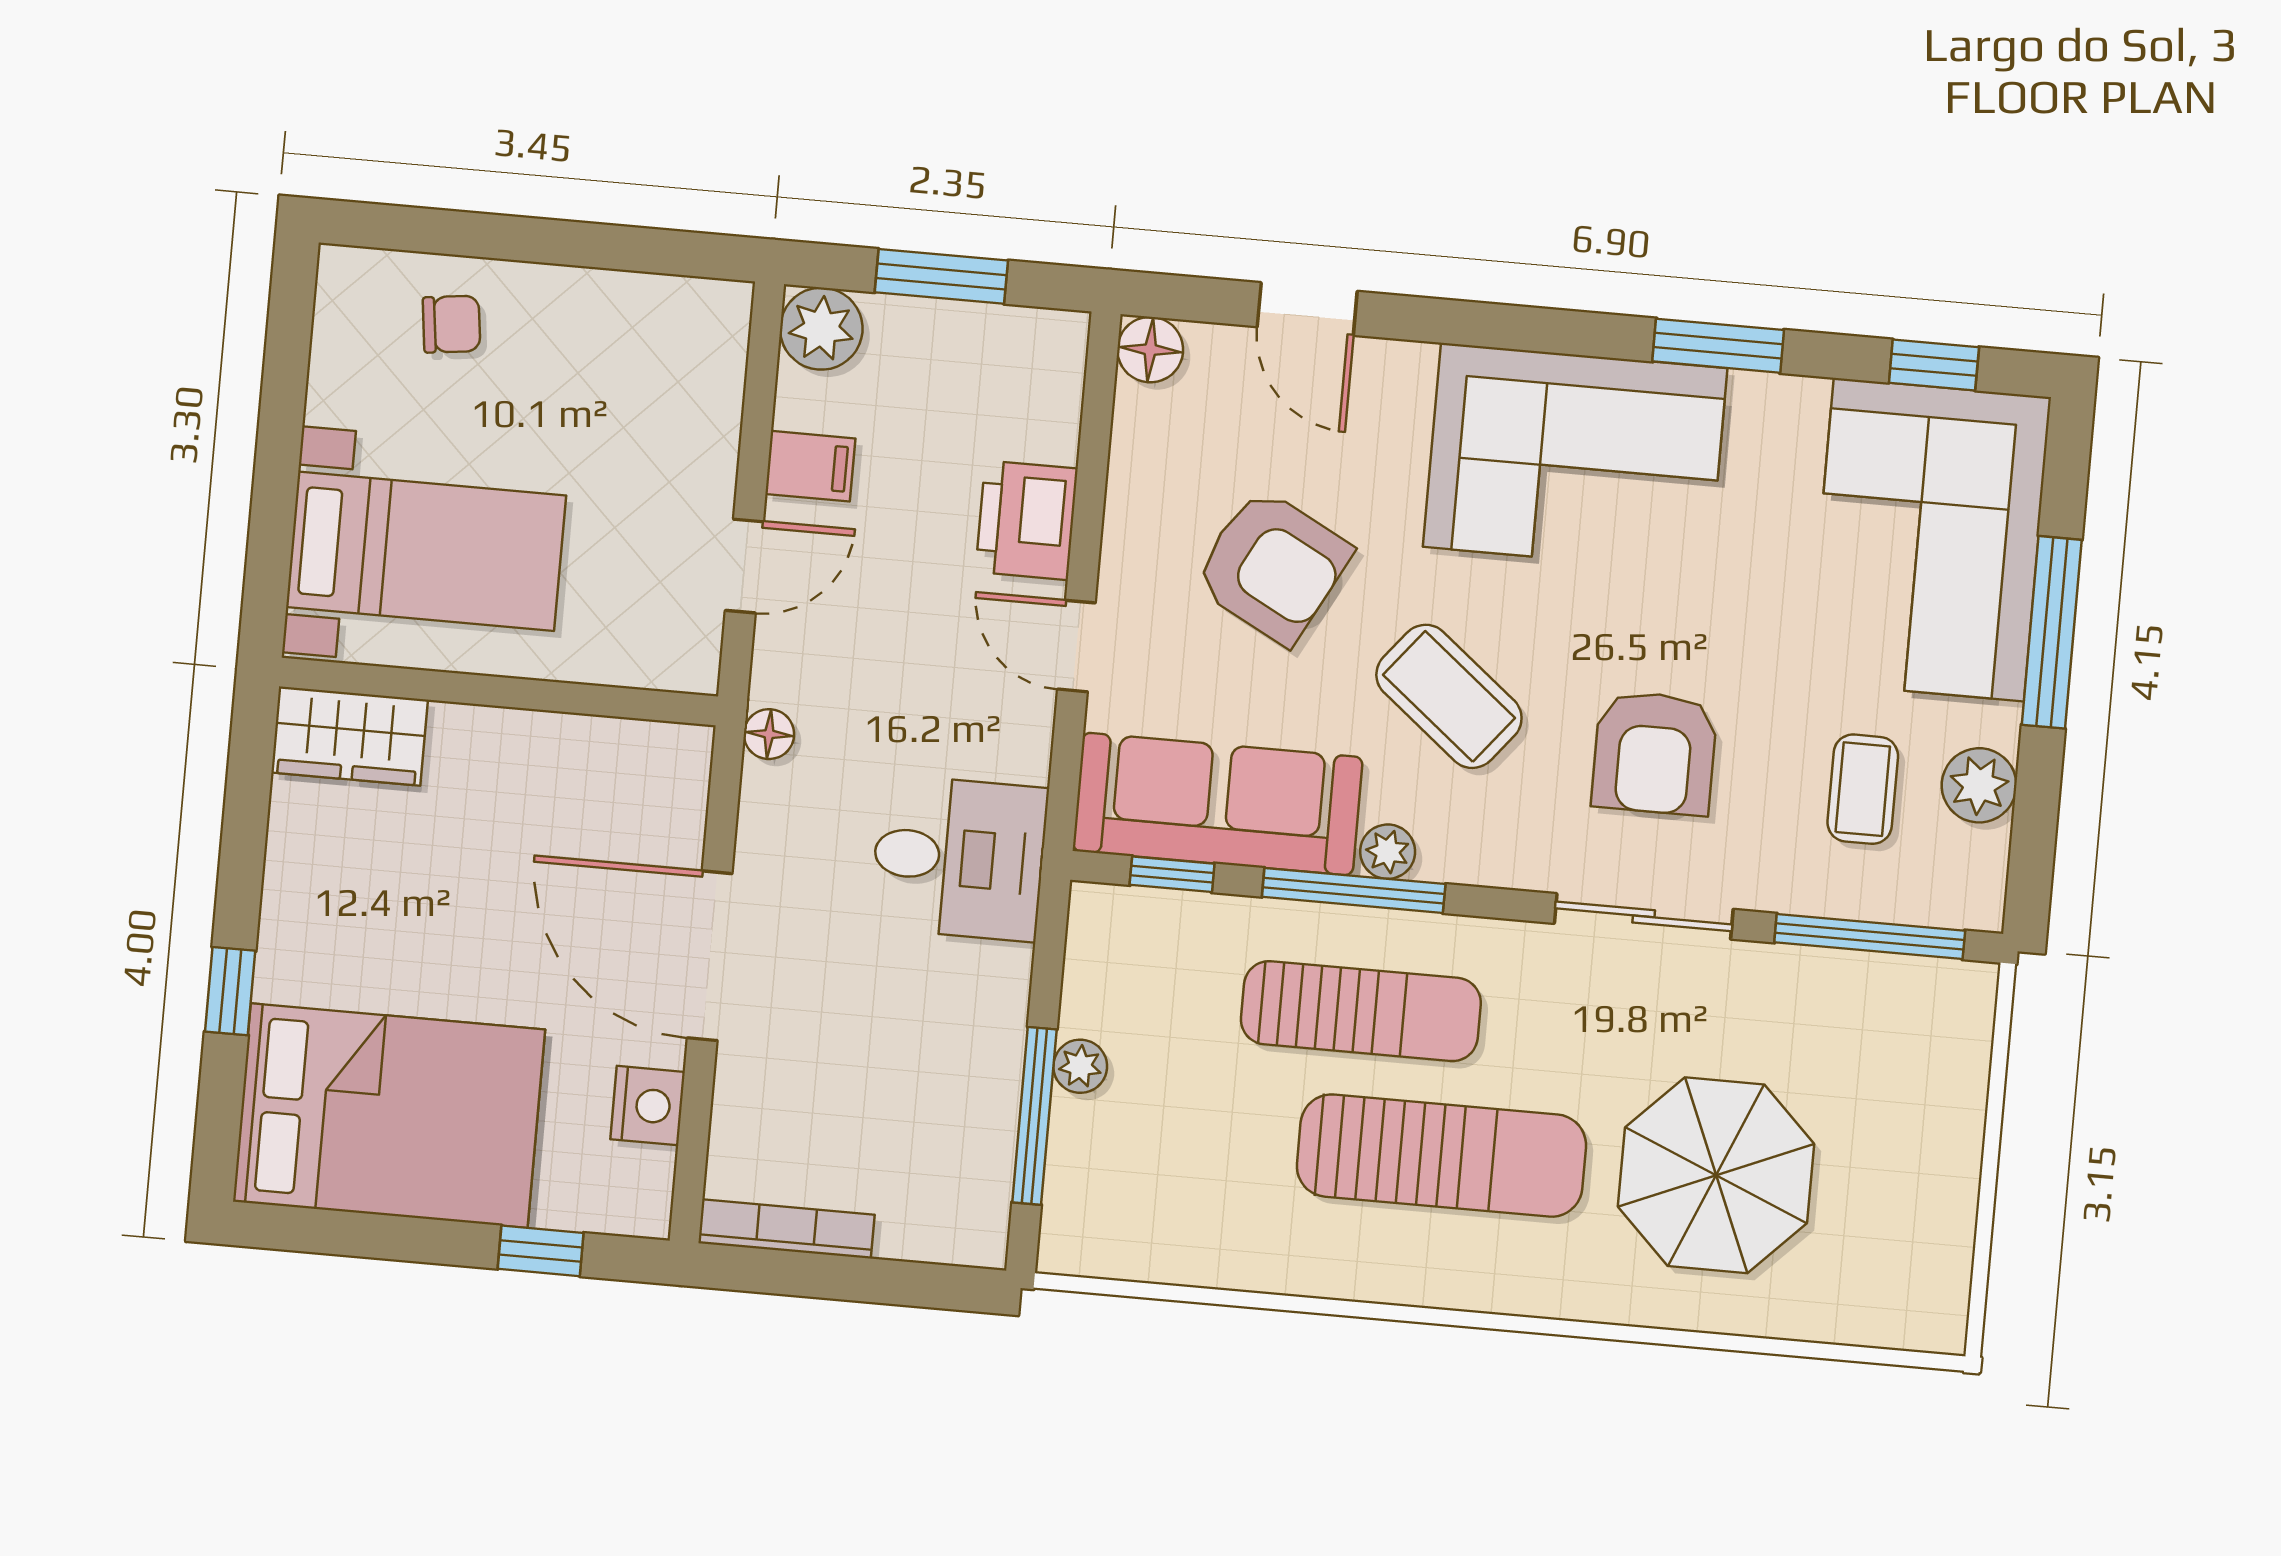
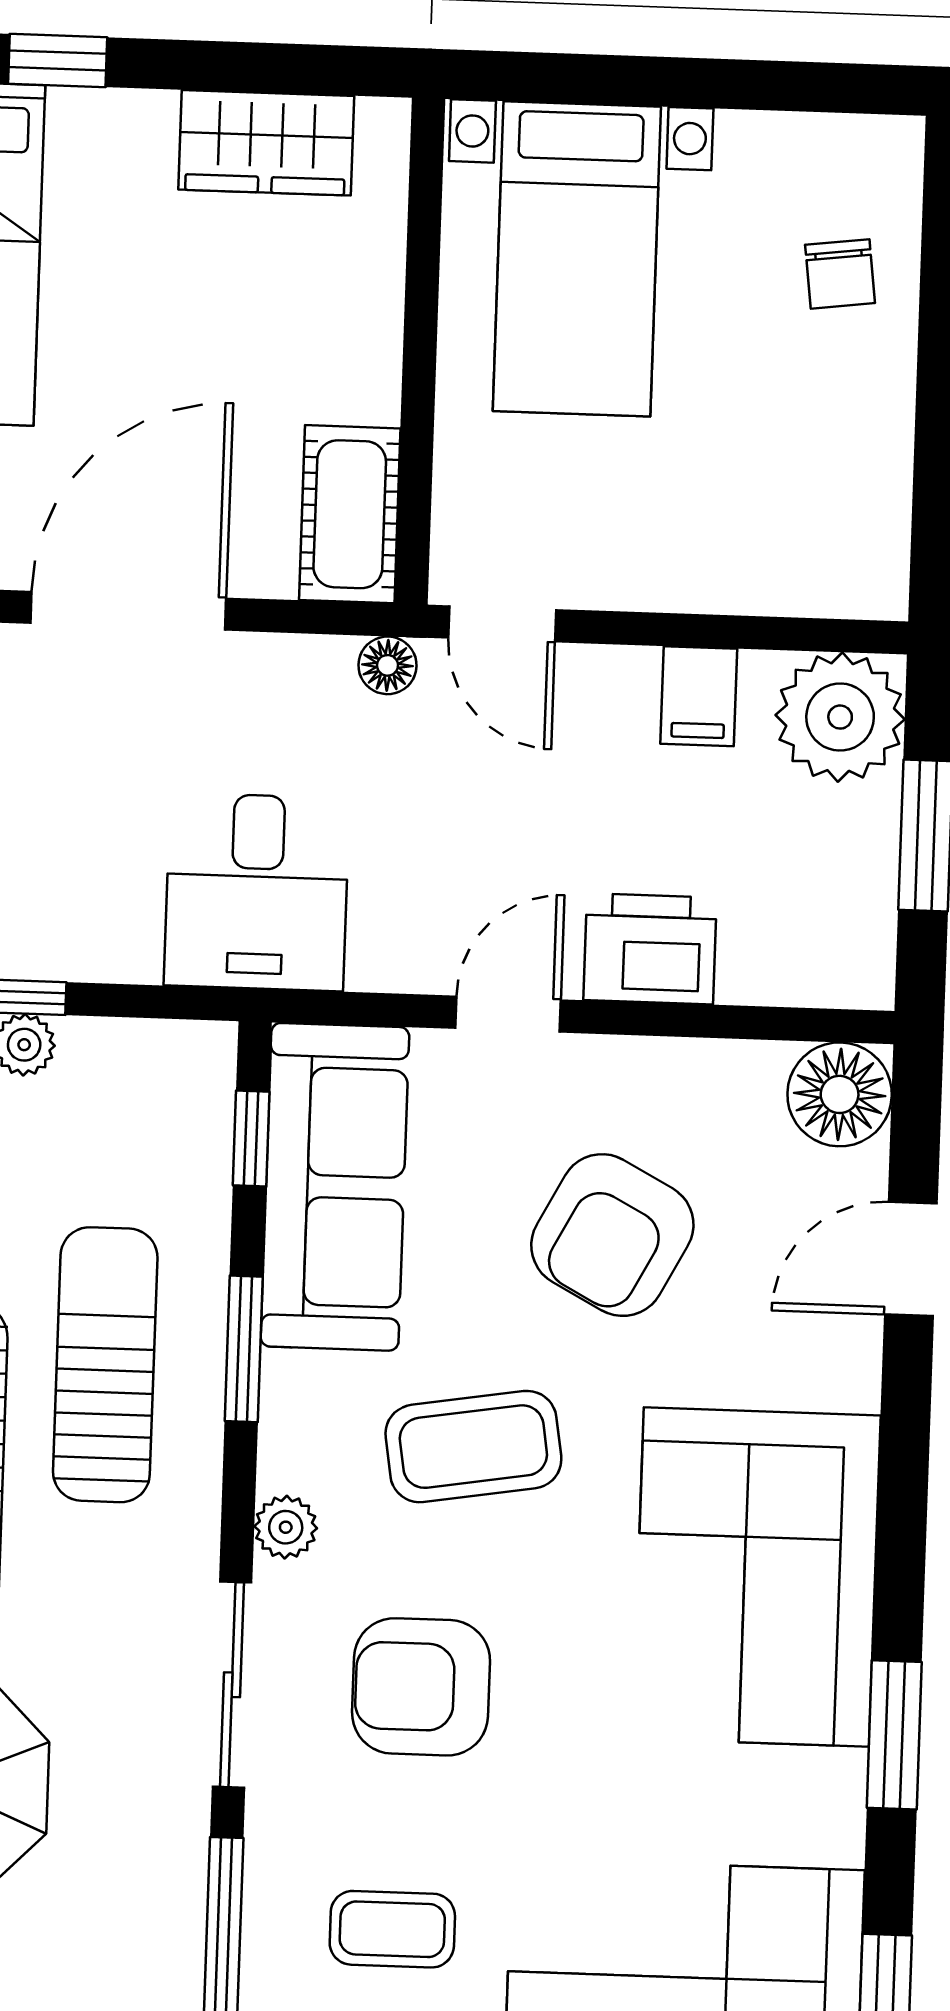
plant: (821, 329) -> (840, 717), width x1.36, depth x1.36
floor lamp: (1150, 350) -> (840, 1094), width x1.38, depth x1.38
door: (744, 566) -> (502, 624), moved
coffee table: (1449, 696) -> (473, 1447), turned 42
wardrobe: (350, 736) -> (266, 143), moved, turned -90
cot: (636, 760) -> (350, 514), added
plant: (1388, 852) -> (286, 1527), moved
window: (1354, 890) -> (244, 1349), width x0.69
sun lounger: (1361, 1011) -> (105, 1365), turned 180

